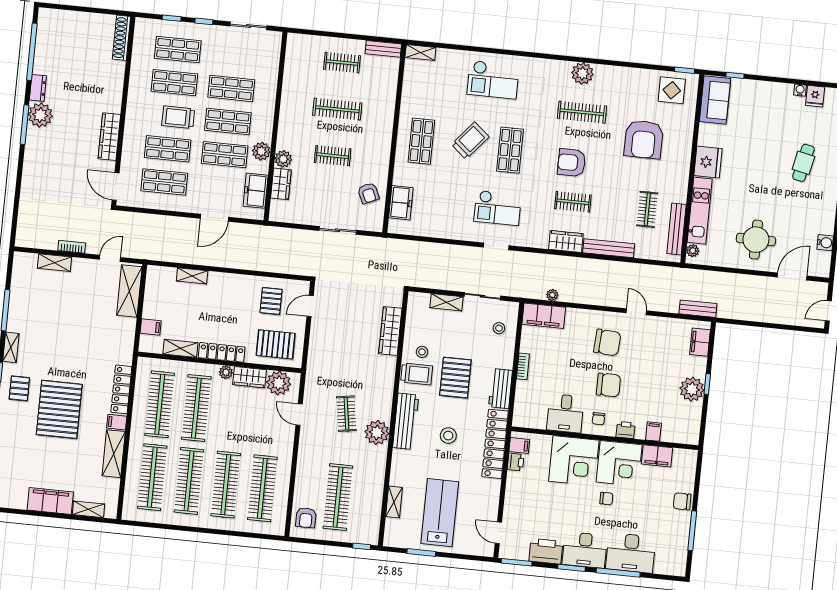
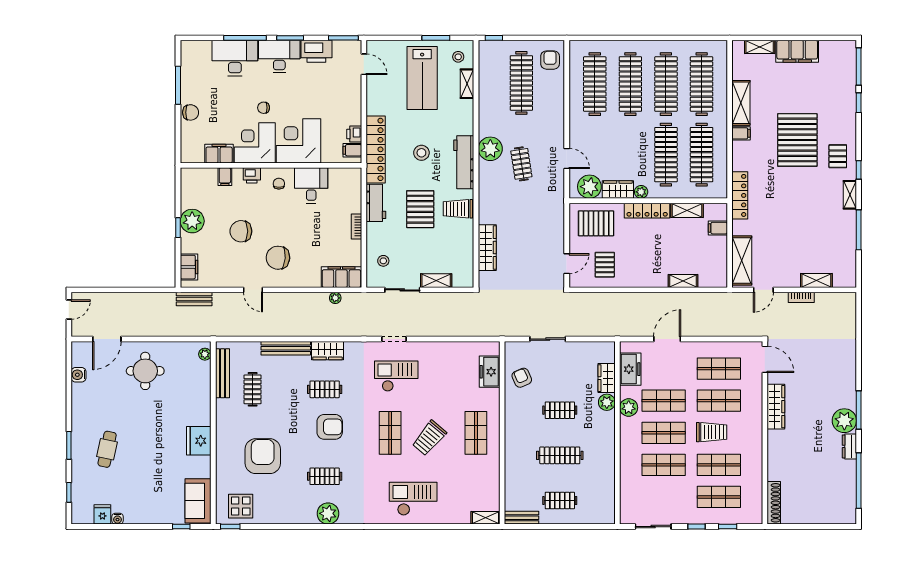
clothes rail: (582, 112) -> (325, 476), width x0.73
kitchen unit: (700, 211) -> (202, 393), removed
stool: (422, 352) -> (458, 57), moved
chair: (609, 385) -> (241, 231), moved
locker: (121, 389) -> (740, 195), moved

